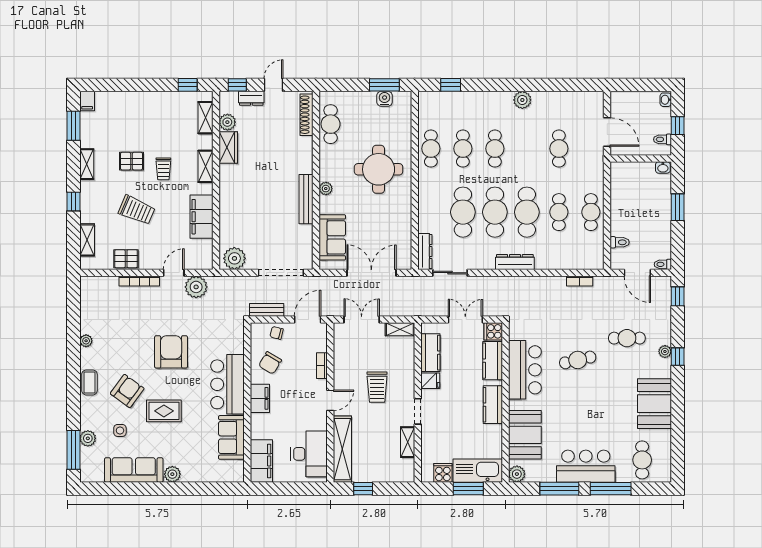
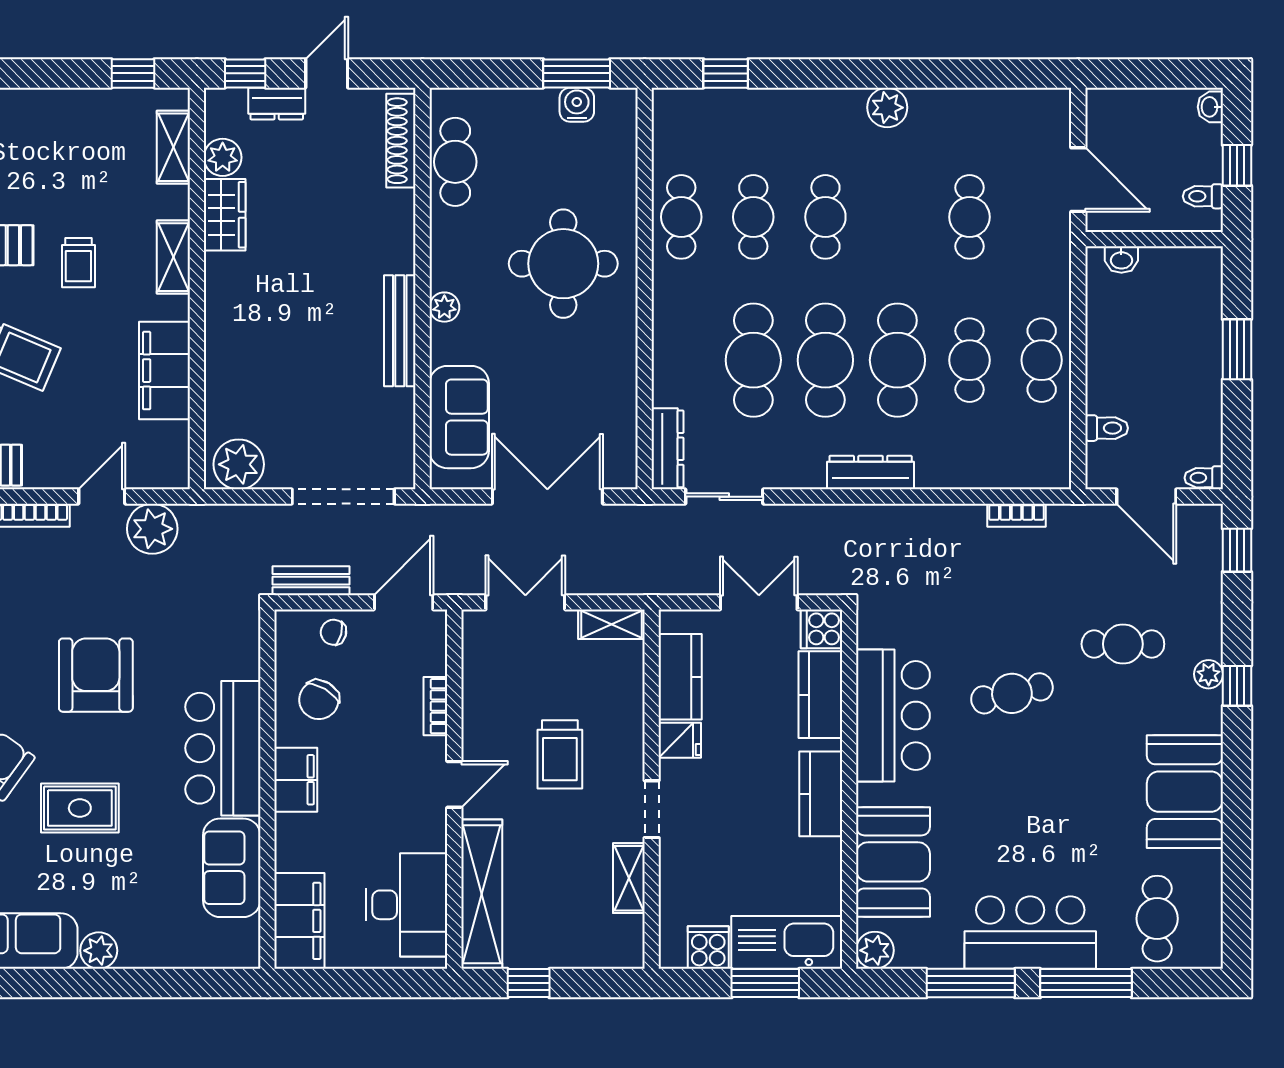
washbasin: (663, 167) -> (1121, 260), moved

